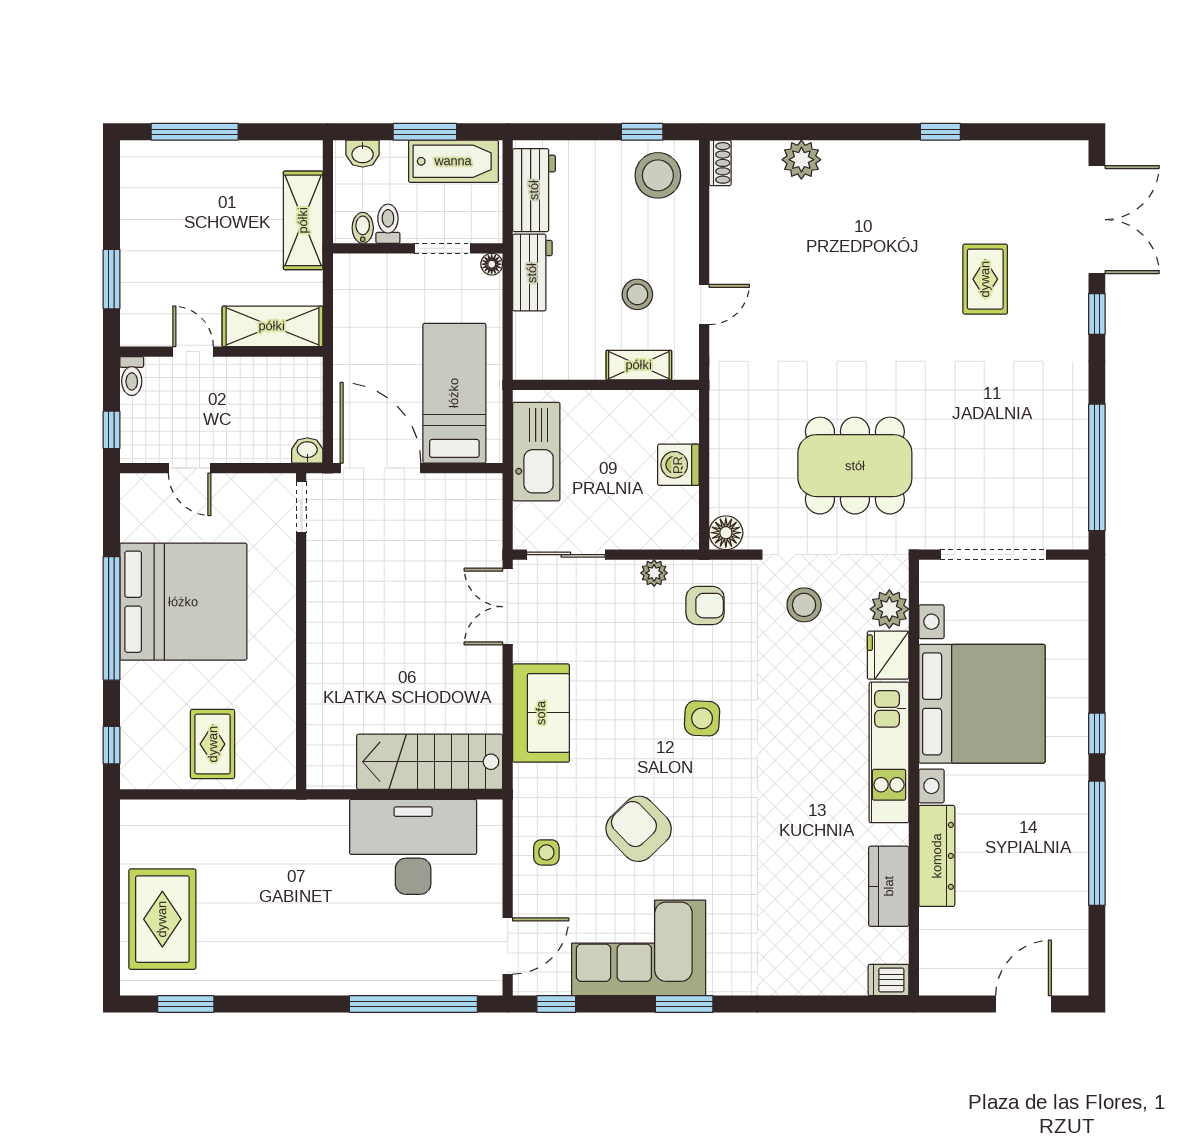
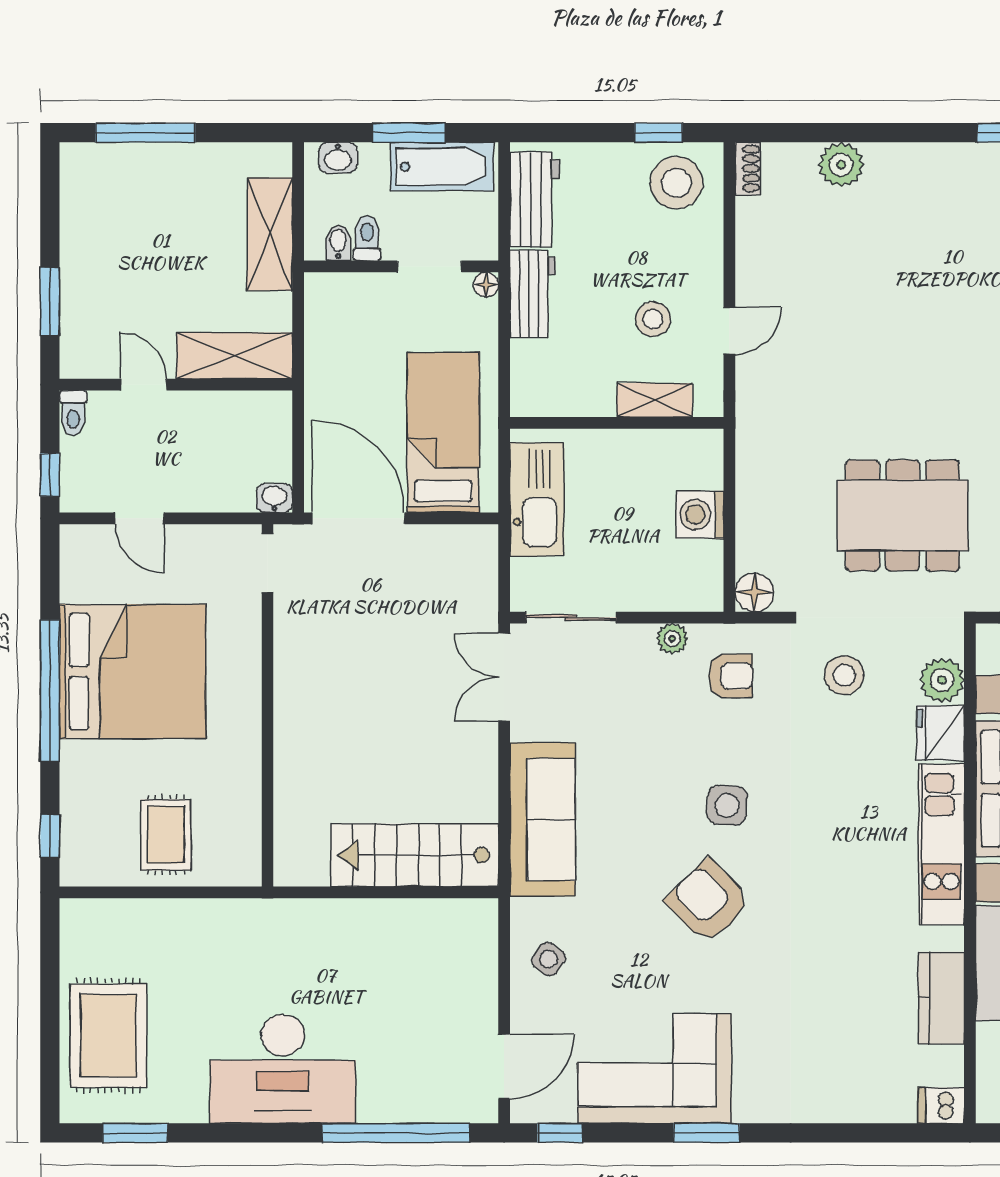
sofa: (541, 713) -> (543, 820), width x1.36
armchair: (639, 829) -> (708, 901), moved
desk: (413, 847) -> (283, 1069), moved, turned 180
side table: (546, 852) -> (549, 959), turned 36

